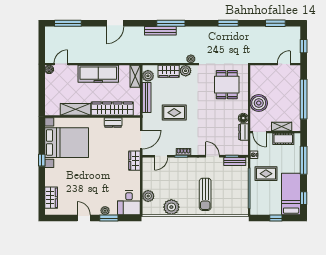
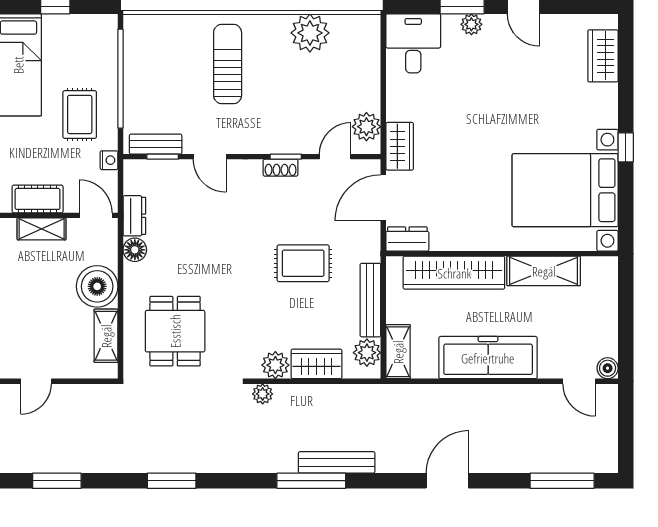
door: (61, 64) -> (579, 381), hinge flipped
shelving: (255, 83) -> (106, 336), added
dresser: (113, 122) -> (407, 239), moved
rug: (266, 174) -> (80, 114), turned 90
plant: (148, 196) -> (366, 127), moved

